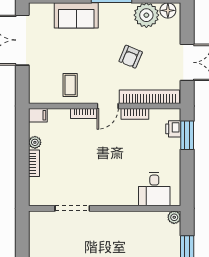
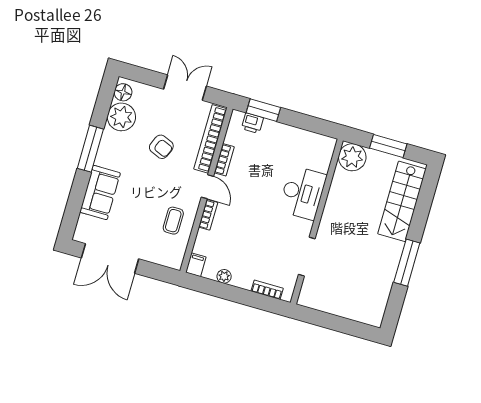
coffee table: (70, 85) -> (173, 221), turned 90
bookcase: (34, 163) -> (267, 290), moved
desk: (154, 189) -> (303, 193), moved, width x1.37
plant: (174, 217) -> (352, 157), width x1.87, depth x1.87

